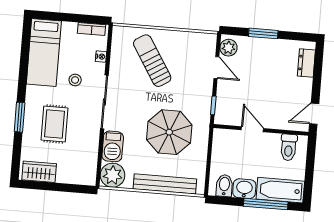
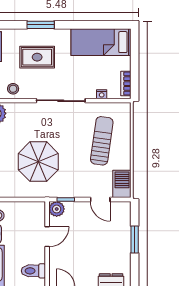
plant: (229, 48) -> (57, 209), moved
sun lounger: (152, 61) -> (102, 141), turned -50
door: (216, 68) -> (100, 200), hinge flipped
stool: (75, 80) -> (13, 89), moved
barbecue: (113, 146) -> (122, 184), moved, turned 90

